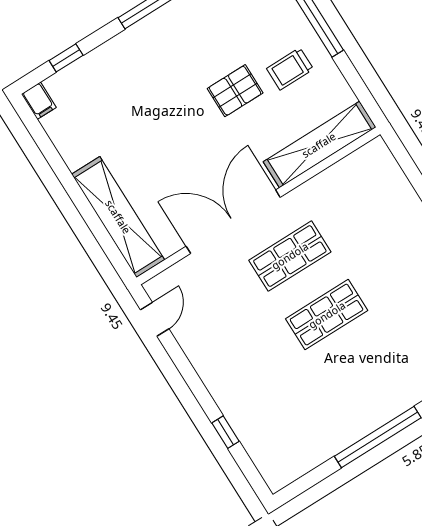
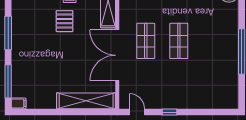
window: (66, 58) -> (8, 81), width x2.17
window: (225, 432) -> (169, 112), moved

